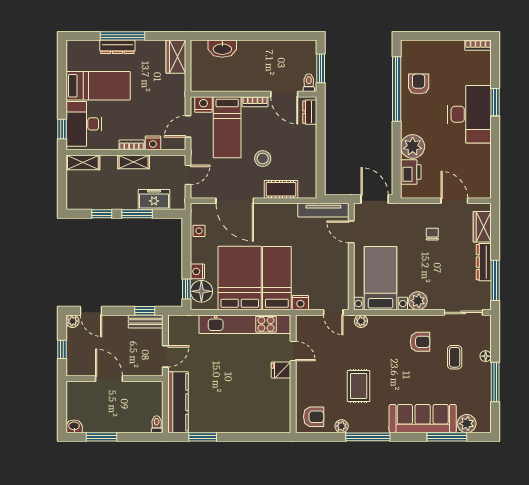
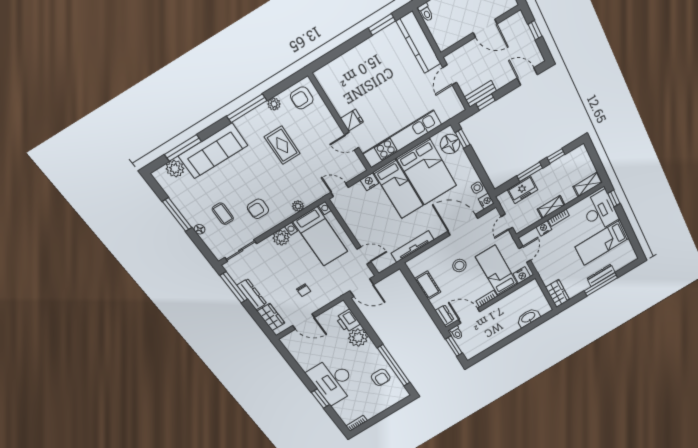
cot: (281, 189) -> (428, 285), moved, turned 90
tv unit: (323, 210) -> (413, 247), moved
nightstand: (197, 271) -> (486, 201), moved
plant: (72, 321) -> (538, 59), removed
plant: (361, 321) -> (298, 206), moved

